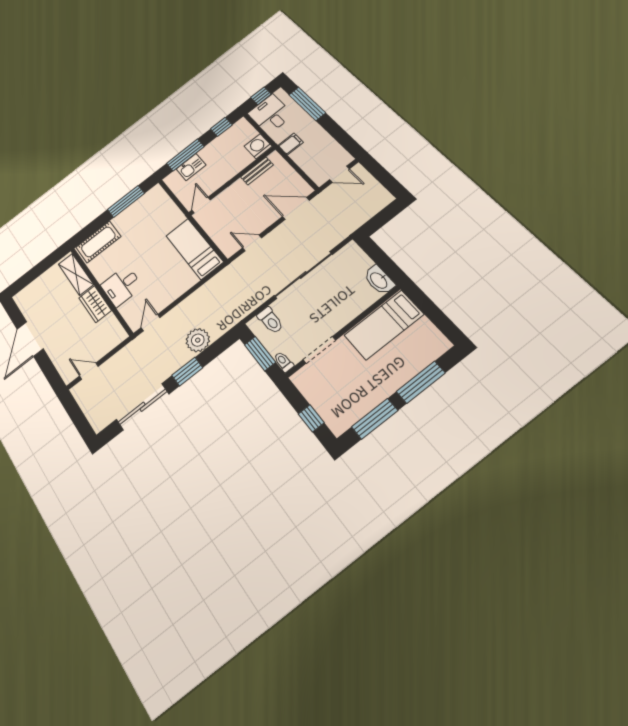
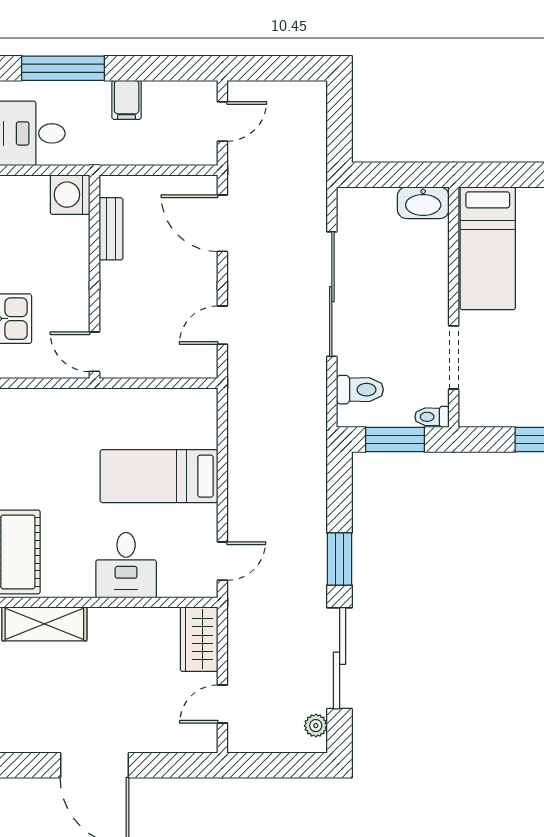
filing cabinet: (291, 144) -> (127, 100), moved, turned 180
door: (296, 208) -> (222, 223), hinge flipped
bed: (194, 249) -> (159, 476), moved
wardrobe: (95, 304) -> (199, 639), moved, turned 90
door: (151, 323) -> (222, 561), swing flipped
plant: (198, 340) -> (316, 726), moved, width x0.53, depth x0.53

